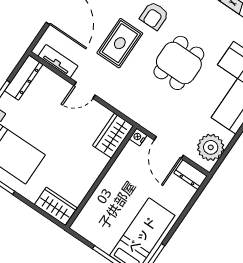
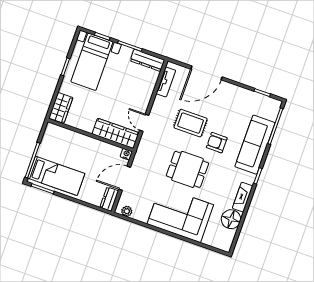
door: (85, 90) -> (144, 123), moved
wardrobe: (113, 136) -> (116, 133), width x1.50
plant: (211, 147) -> (127, 211), width x0.53, depth x0.53

